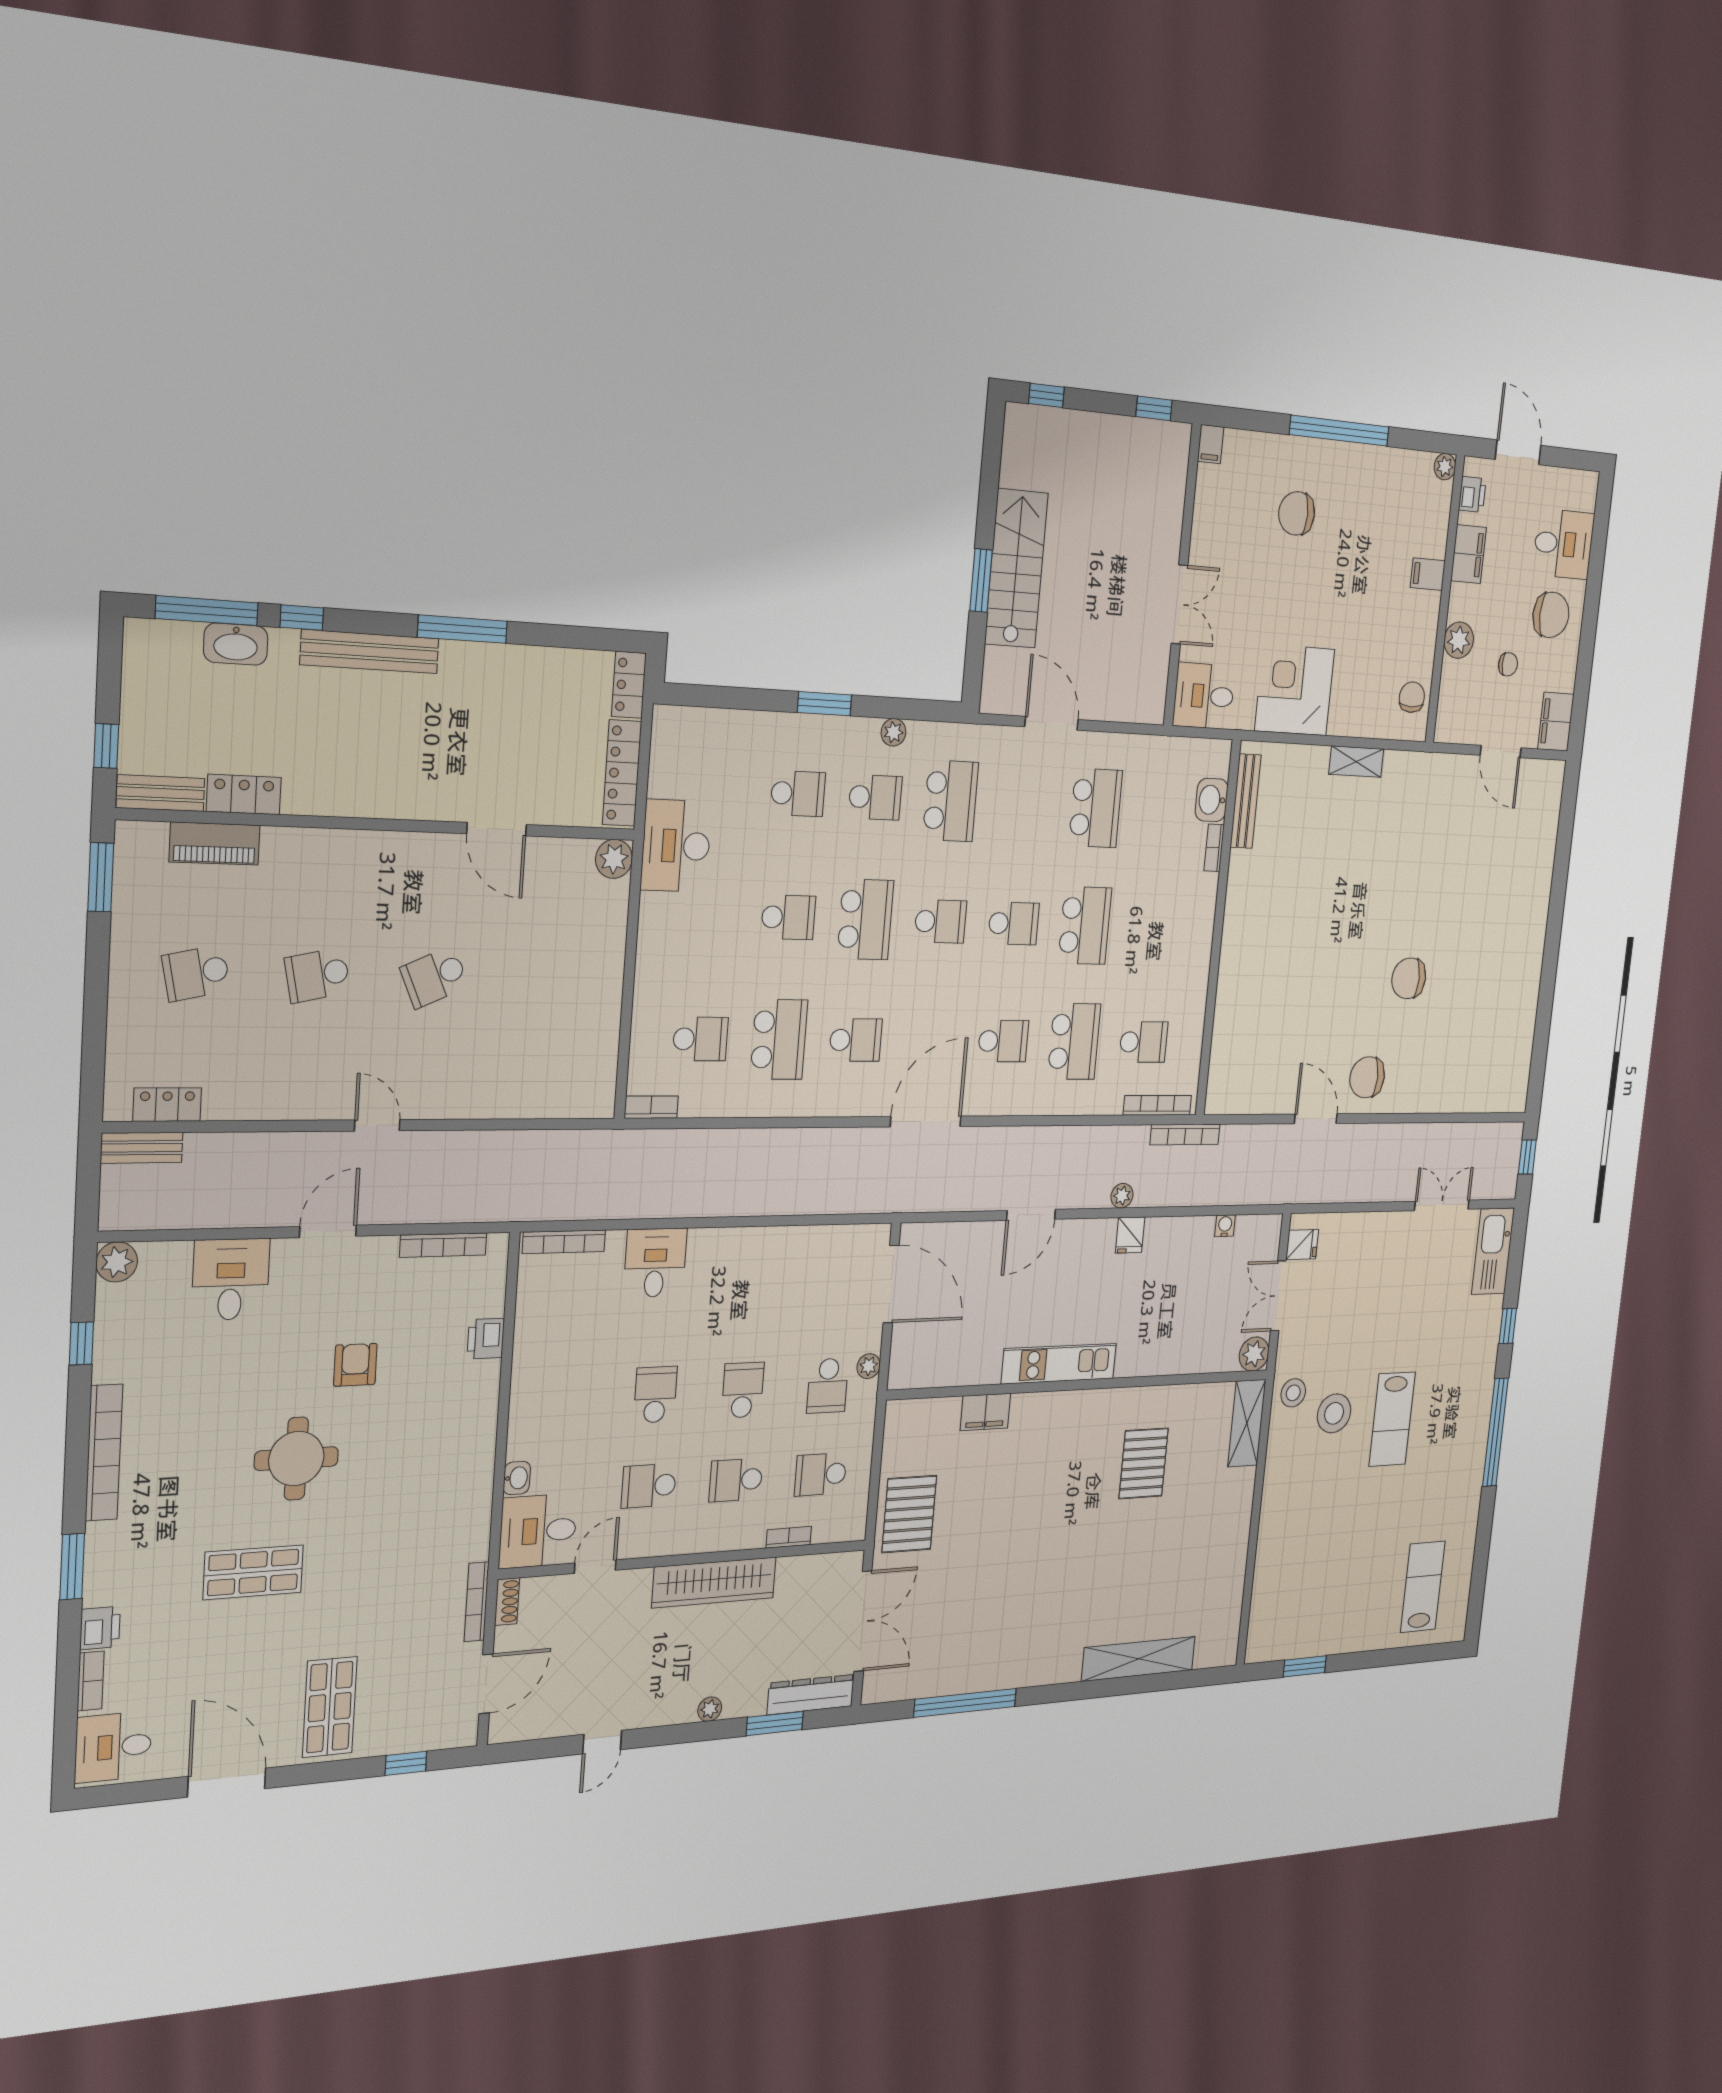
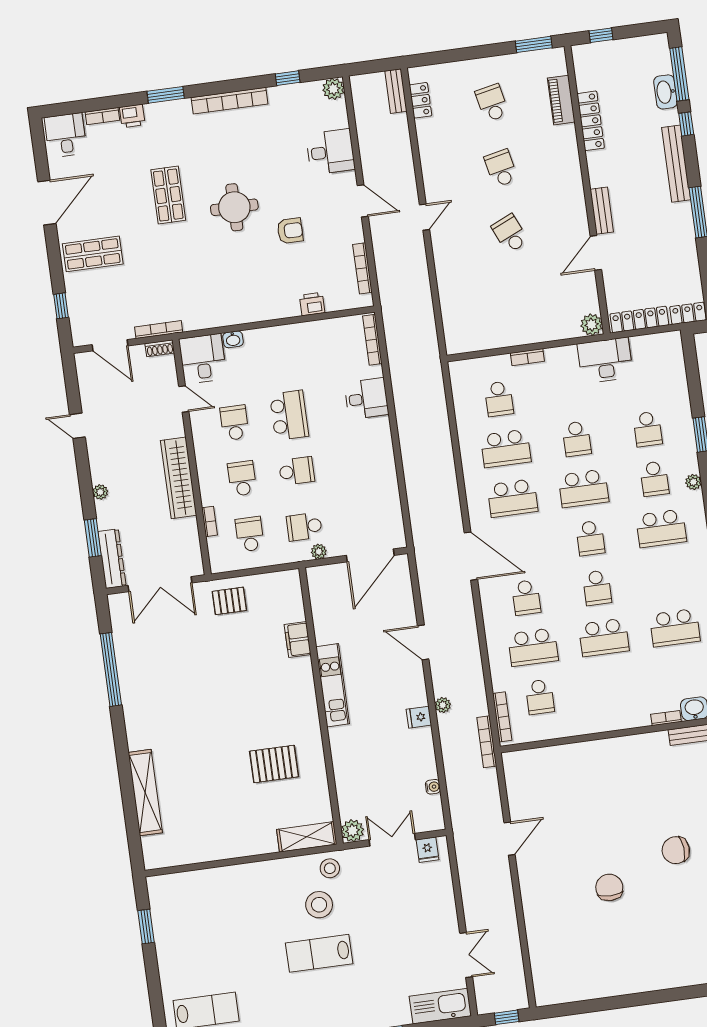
bench: (161, 793) -> (602, 211), moved
locker: (244, 794) -> (591, 121), width x1.53
school desk: (856, 1040) -> (513, 498), width x1.85
chair: (1367, 1077) -> (676, 850), moved, turned -95
bookcase: (651, 1107) -> (527, 357), moved, turned 90
school desk: (655, 1395) -> (289, 415), width x1.85
pallet: (909, 1514) -> (229, 601), width x0.67, depth x0.71

